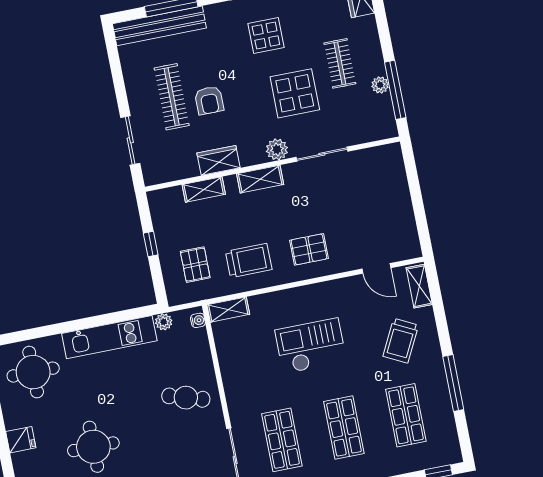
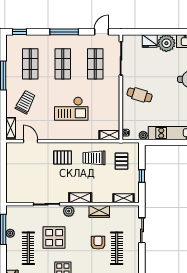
clothes rail: (340, 63) -> (28, 248), width x1.36
shelving: (204, 189) -> (123, 198), moved

